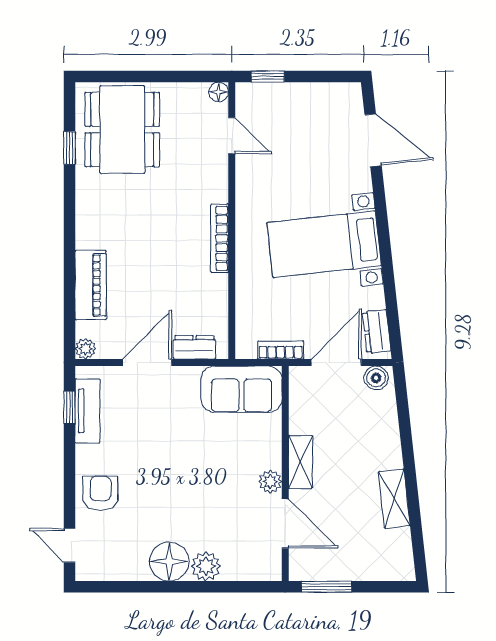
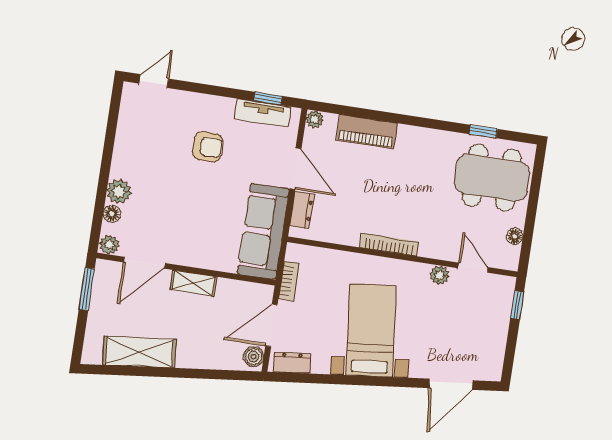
floor lamp: (219, 92) -> (515, 236), moved
door: (232, 136) -> (473, 268), swing flipped
plant: (247, 173) -> (440, 275), added
door: (336, 363) -> (271, 325), swing flipped
sofa: (241, 389) -> (263, 231), width x1.36
plant: (270, 482) -> (109, 245), moved
armchair: (101, 493) -> (208, 147), moved
shelving: (394, 499) -> (139, 352), width x1.50, depth x1.33
floor lamp: (169, 561) -> (112, 214), moved, width x0.53, depth x0.53

